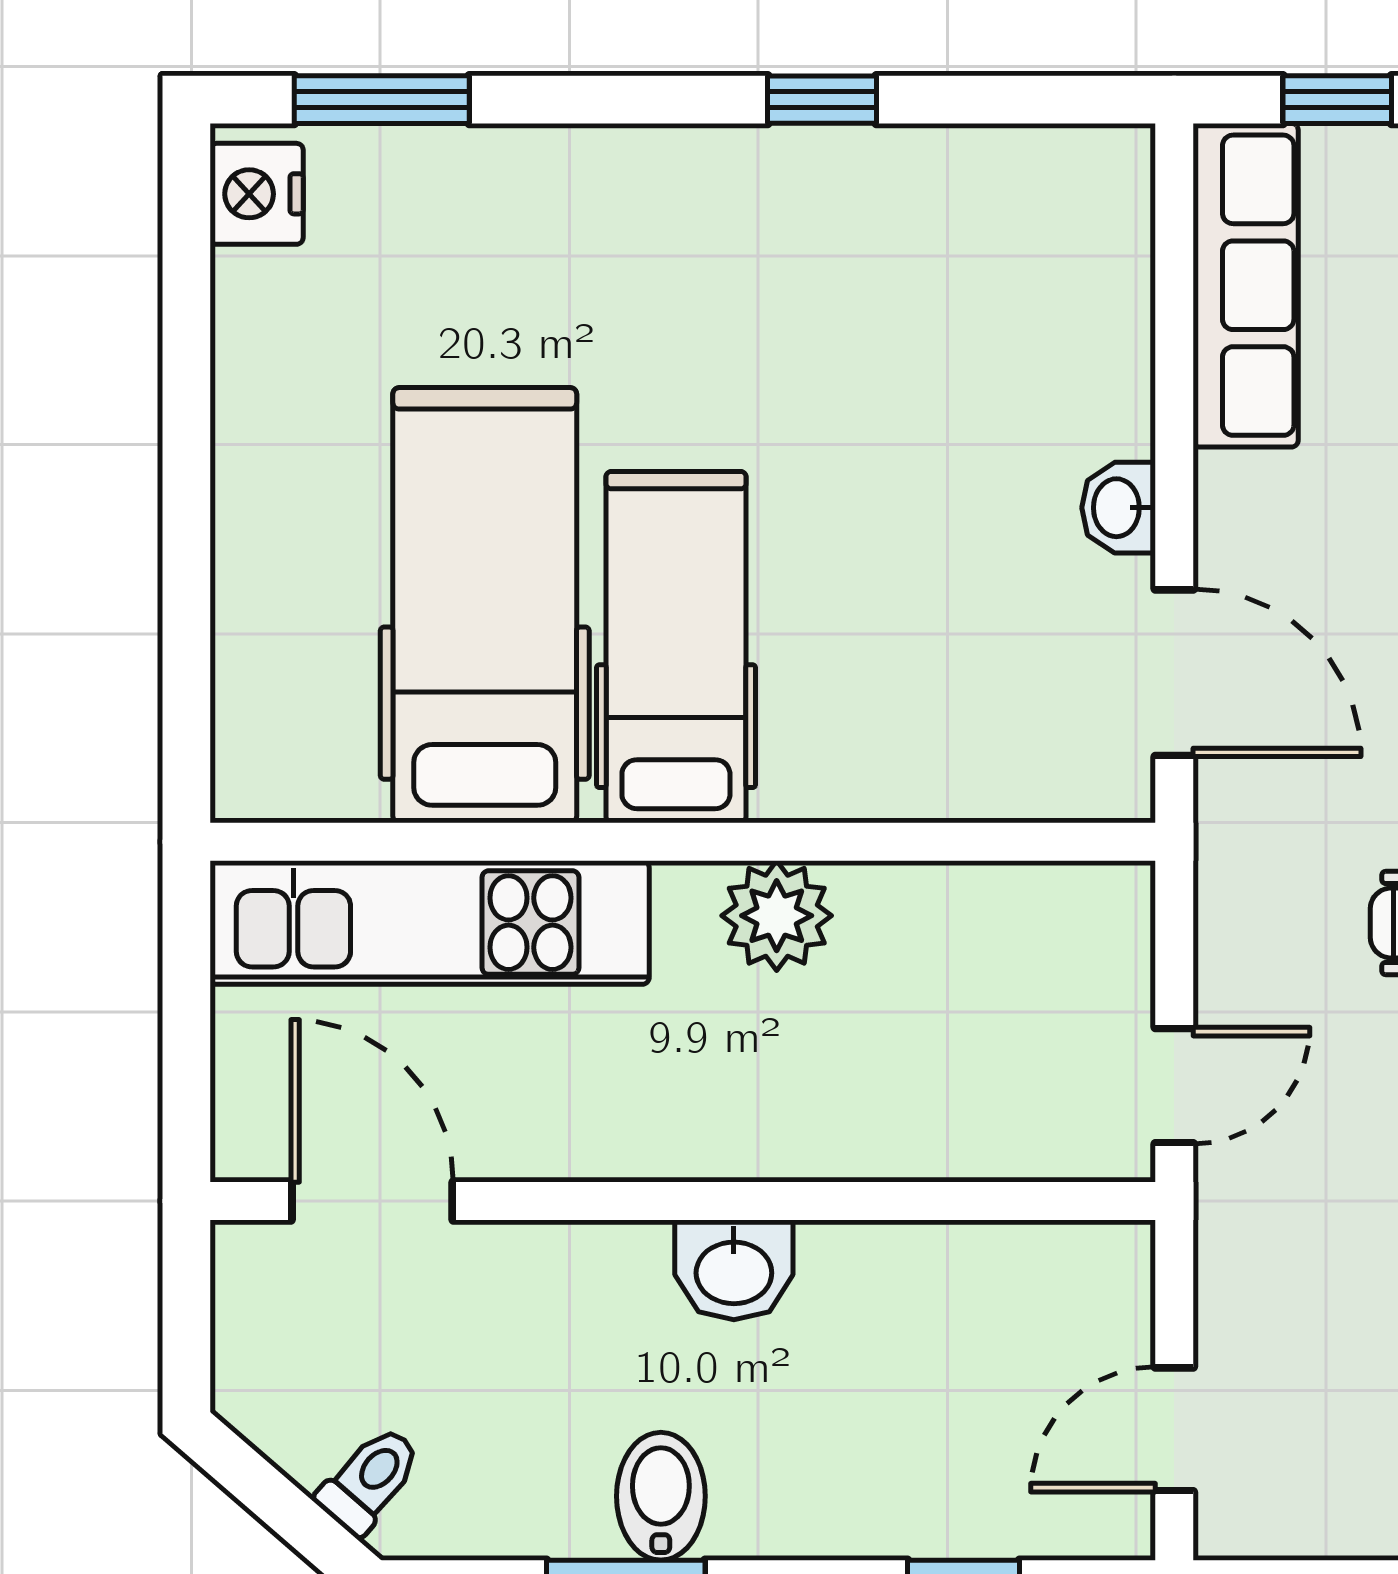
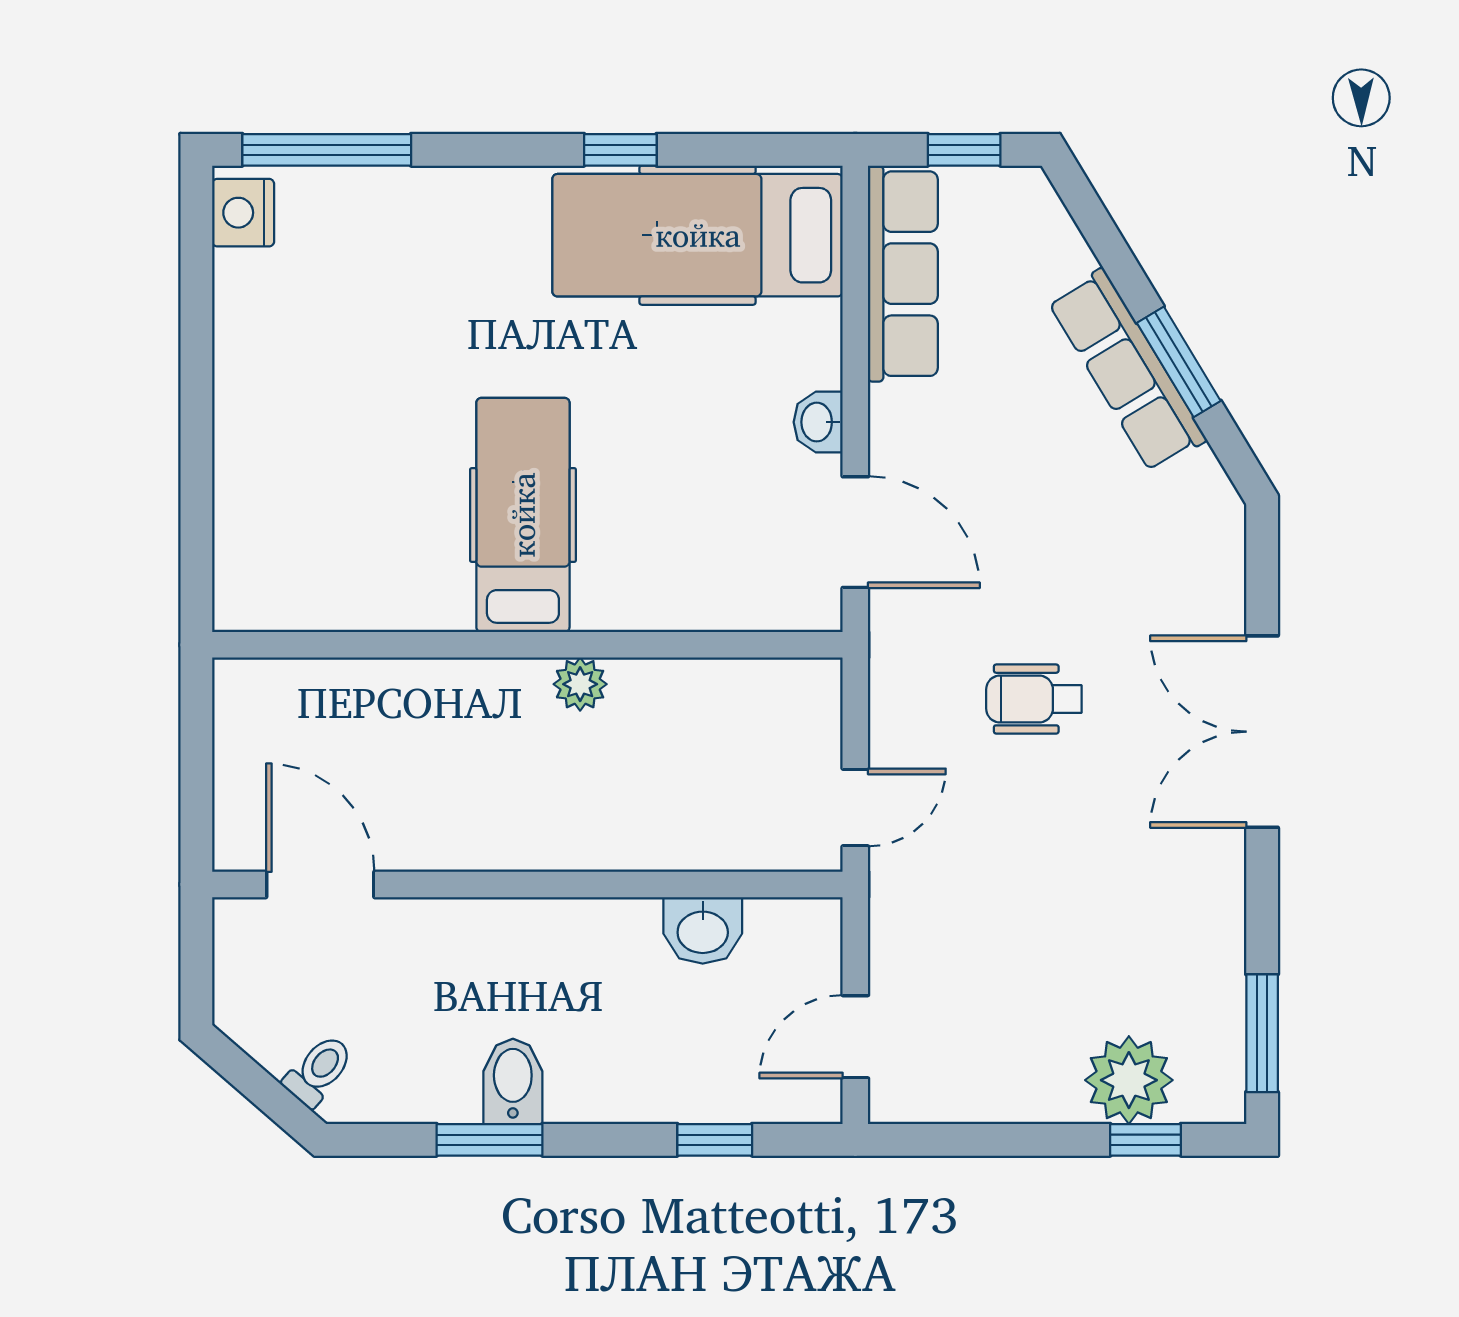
window: (382, 100) -> (327, 150), width x1.44
hospital bed: (485, 605) -> (698, 235), moved, turned -90
plant: (777, 916) -> (580, 684), width x0.73, depth x0.73
kitchen unit: (430, 923) -> (359, 699), removed
washbasin: (734, 1270) -> (703, 930), moved

